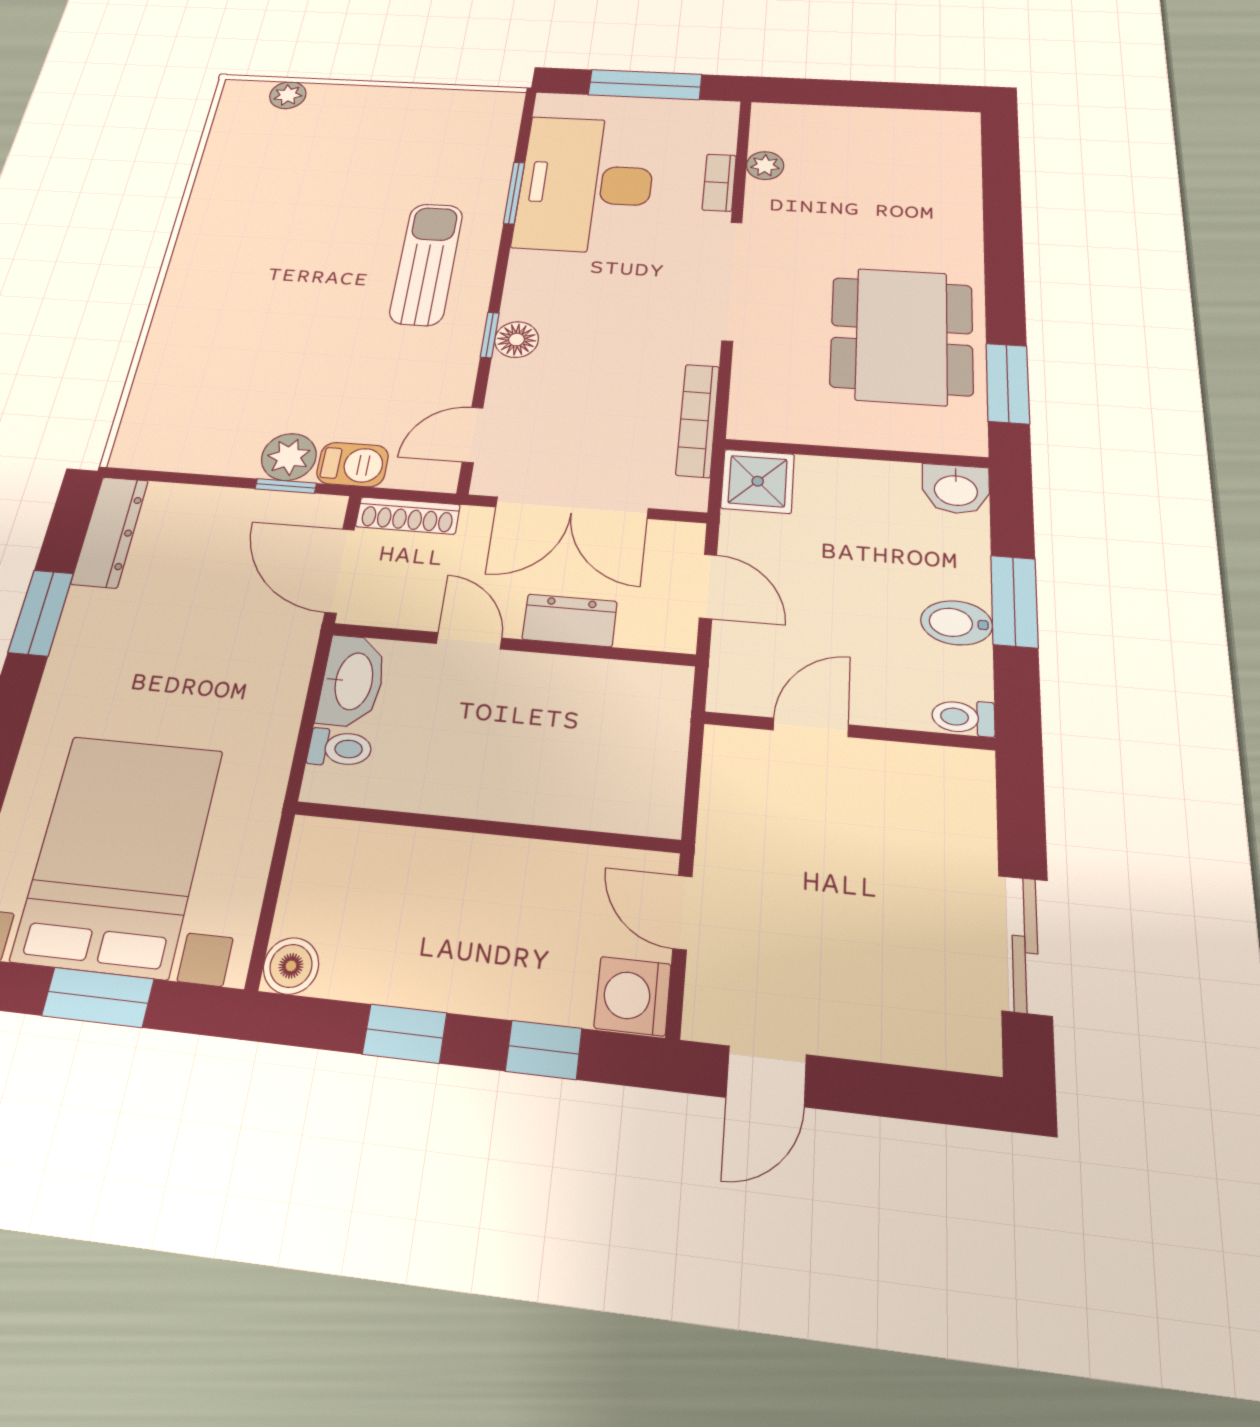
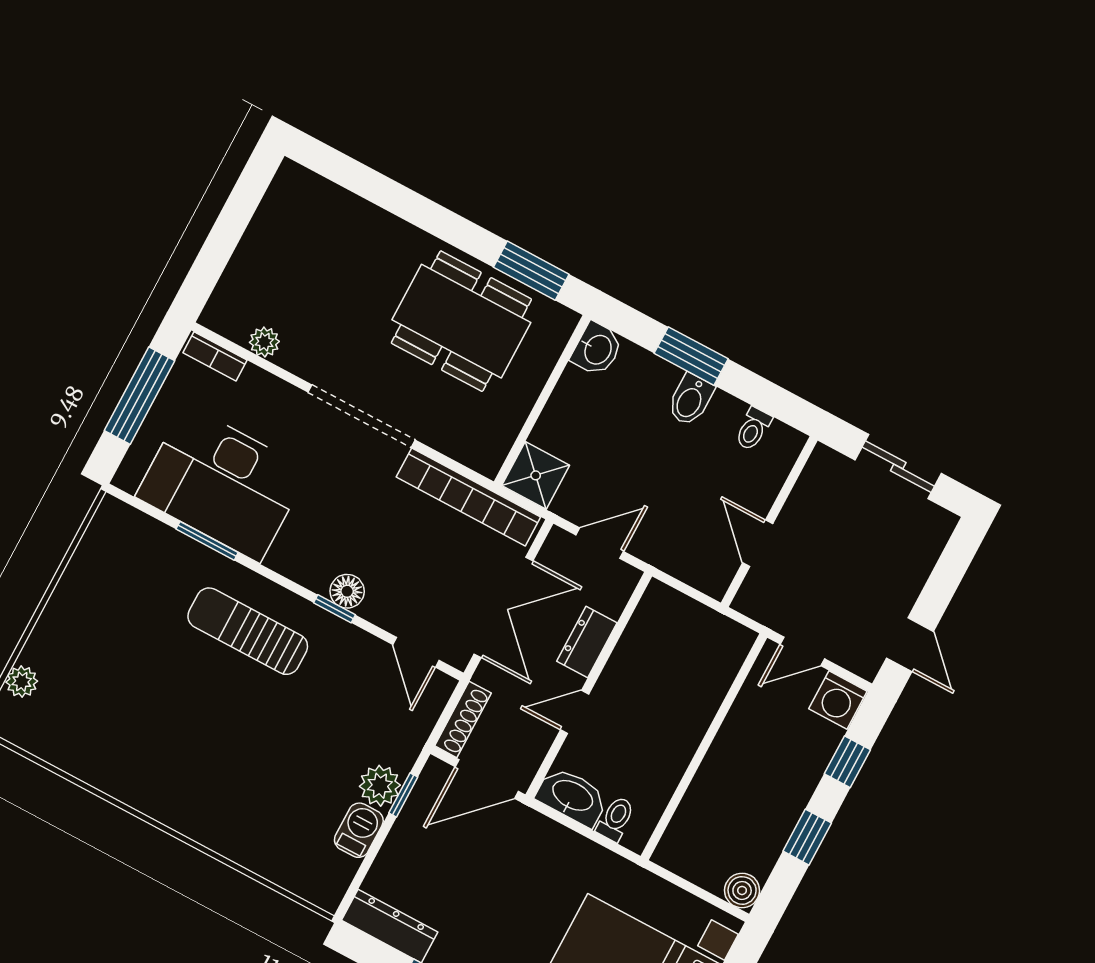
bookcase: (719, 182) -> (215, 356), moved
bookcase: (698, 420) -> (468, 497), width x1.48, depth x1.31
barbecue: (353, 464) -> (359, 830), moved
door: (811, 727) -> (758, 543), moved
wall: (848, 731) -> (769, 522), moved

